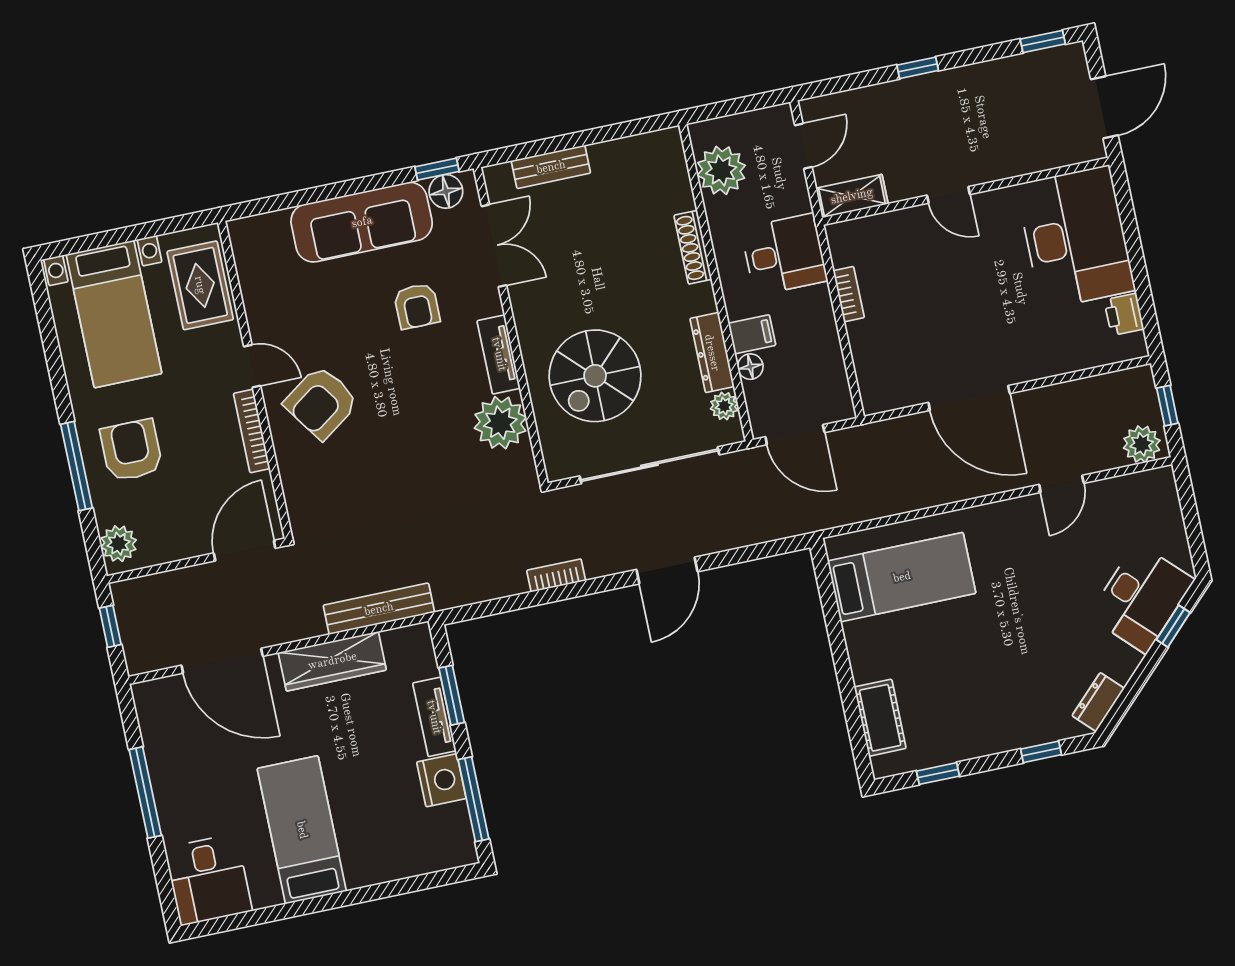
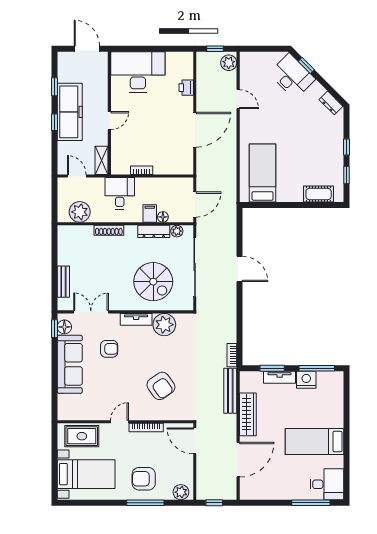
window: (1043, 41) -> (55, 87), moved
freezer: (949, 98) -> (70, 112), added
printer: (1124, 314) -> (186, 88), moved, turned 90
armchair: (321, 402) -> (161, 386), moved
bookcase: (556, 575) -> (232, 355), moved
window: (1041, 752) -> (346, 147), moved
window: (145, 793) -> (311, 503), moved

